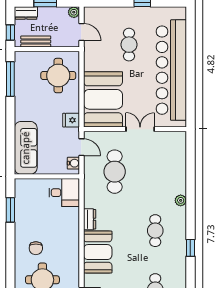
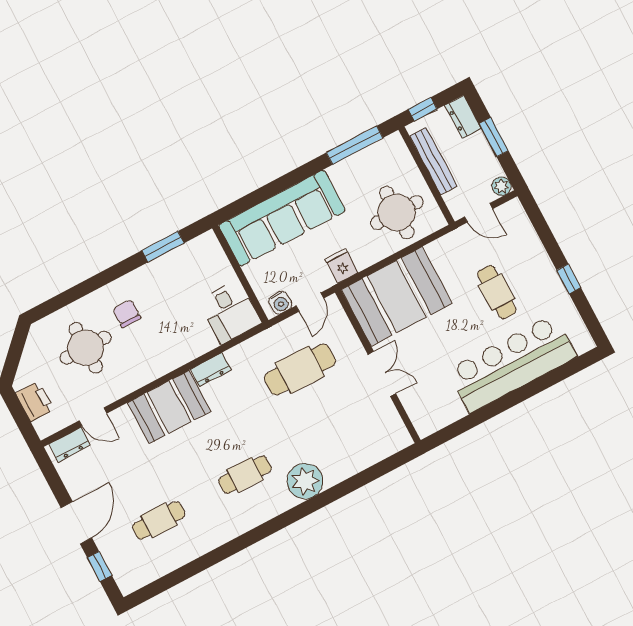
door: (81, 32) -> (478, 213), hinge flipped
bench: (36, 42) -> (433, 161), width x1.36
cafe table: (129, 45) -> (497, 292), turned 90
bar counter: (171, 70) -> (512, 363), width x0.73
sofa: (26, 148) -> (282, 218), width x1.36, depth x1.27
plant: (181, 200) -> (305, 481), width x1.88, depth x1.88
chair: (36, 248) -> (127, 314), turned 90
window: (190, 248) -> (247, 540), removed

